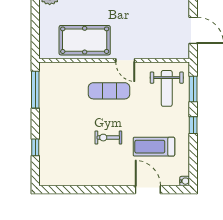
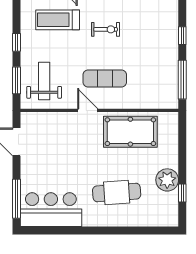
window: (35, 147) -> (182, 36), moved
treadmill: (154, 147) -> (58, 20), turned 180

